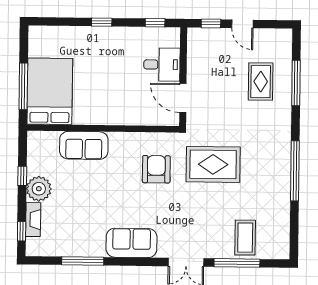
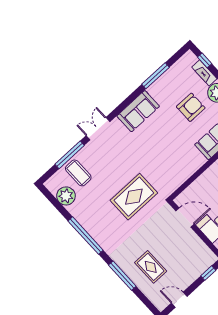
door: (242, 24) -> (179, 300), moved
window: (296, 83) -> (122, 276), moved
armchair: (156, 169) -> (191, 107), moved, turned -90
plant: (278, 227) -> (66, 196), added

